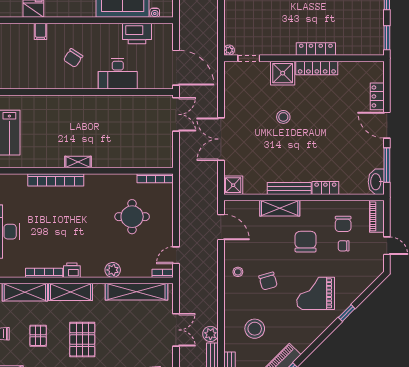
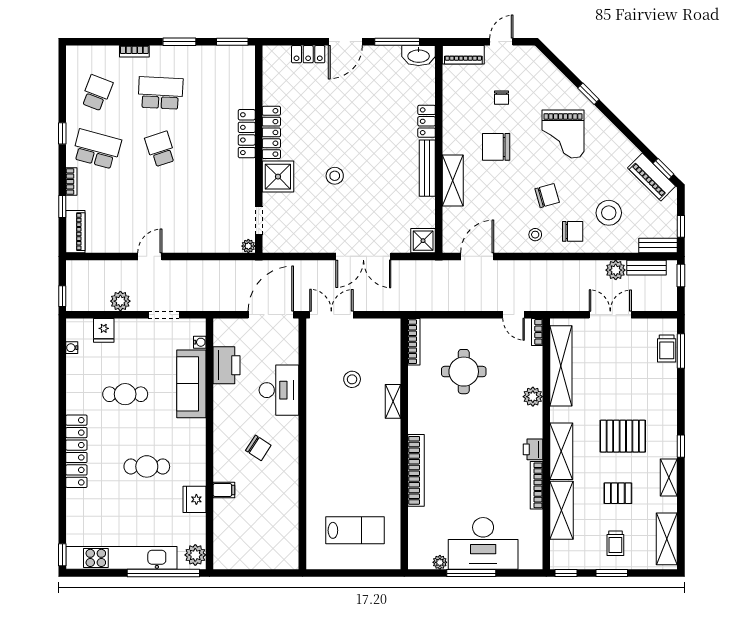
stool: (126, 130) -> (352, 379), added
shelving: (78, 162) -> (393, 401), moved
chair: (343, 224) -> (573, 231), moved

